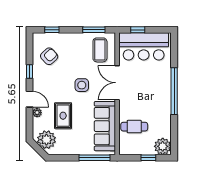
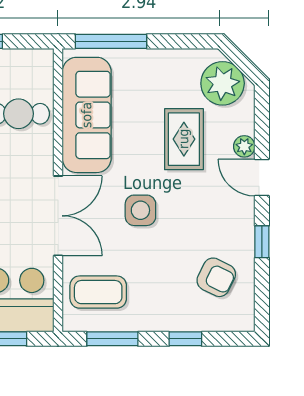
window: (52, 30) -> (185, 339), moved
coffee table: (100, 50) -> (98, 292), turned 90
armchair: (49, 56) -> (216, 277), turned -111

